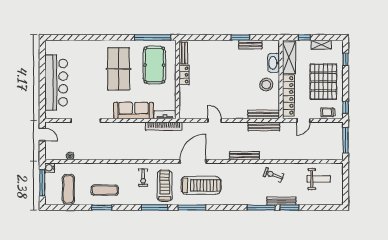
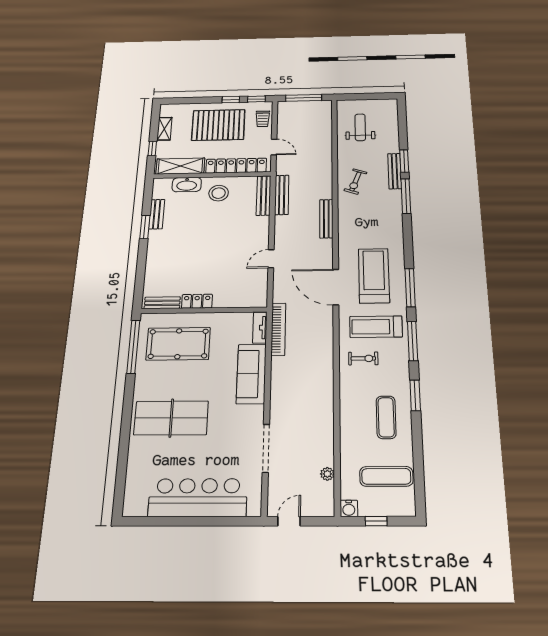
window: (346, 59) -> (231, 100), moved
table tennis table: (119, 69) -> (171, 418), moved
window: (42, 183) -> (376, 521), width x0.46
window: (102, 208) -> (415, 395), moved

